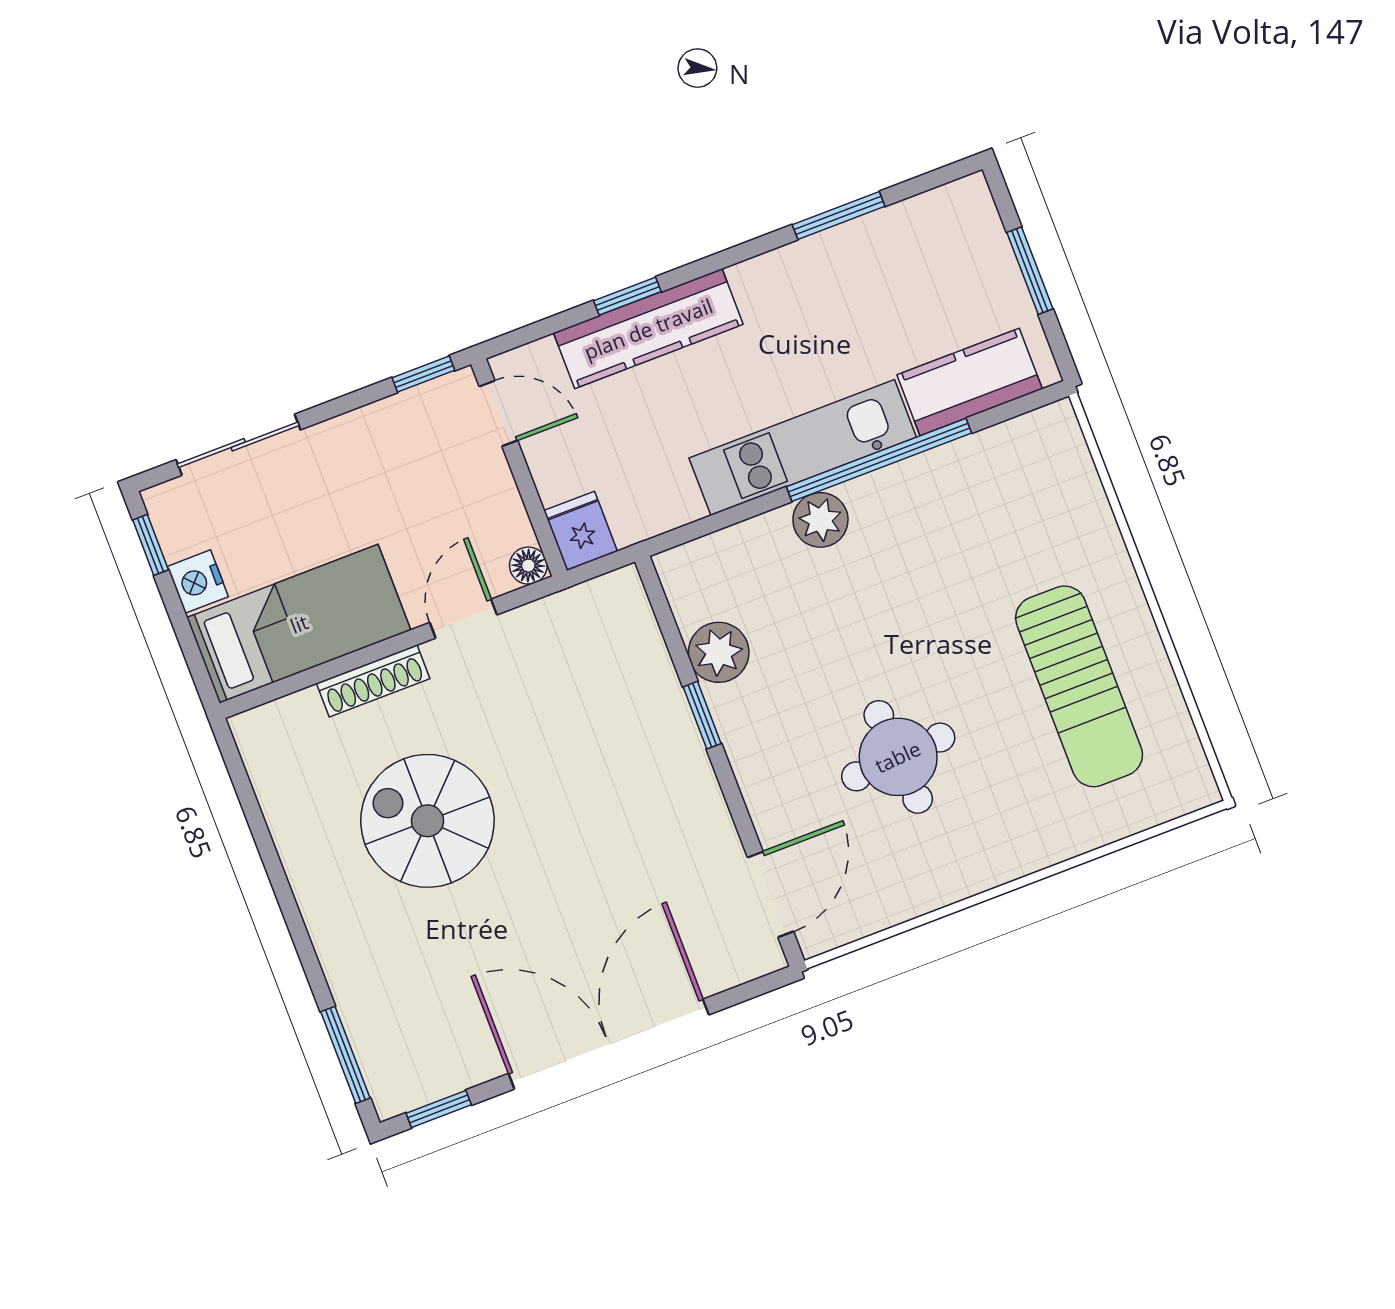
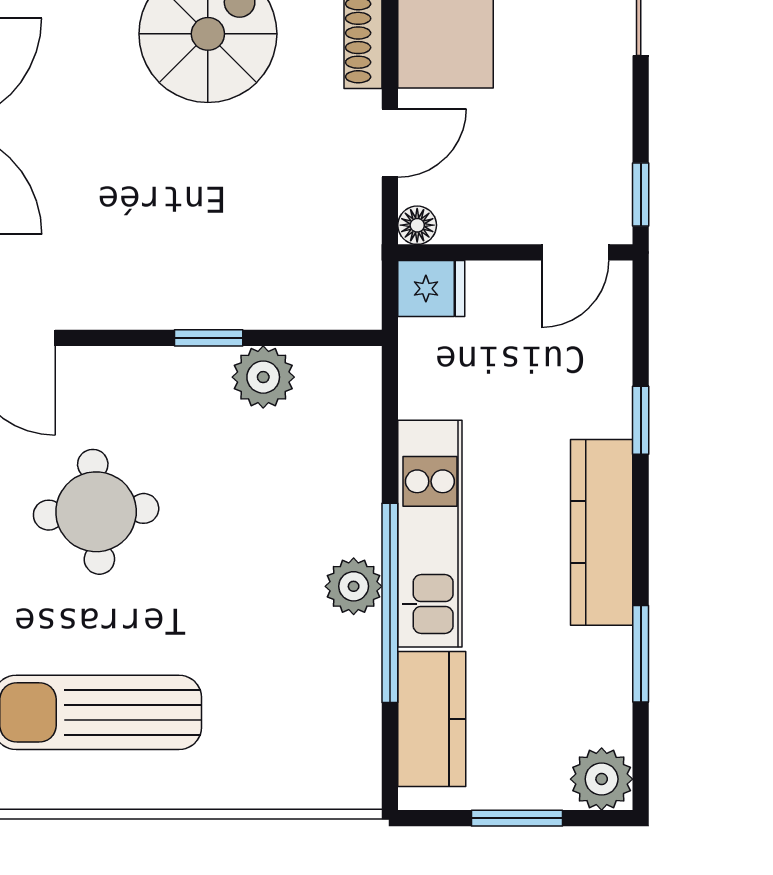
plant: (965, 208) -> (602, 779), added
kitchen counter: (648, 329) -> (602, 532), moved
plant: (820, 520) -> (354, 586), moved
door: (463, 619) -> (390, 143), hinge flipped

